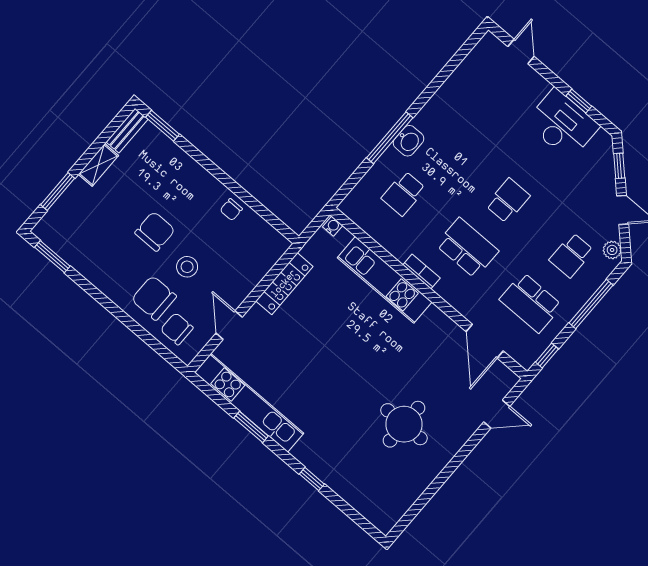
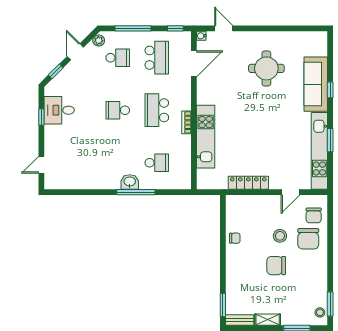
desk: (562, 124) -> (59, 110), width x0.73
water cooler: (333, 226) -> (201, 36), moved
stool: (53, 236) -> (320, 312), added
sofa: (334, 468) -> (316, 84), added

